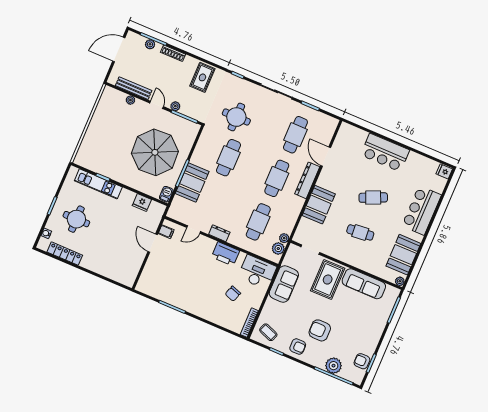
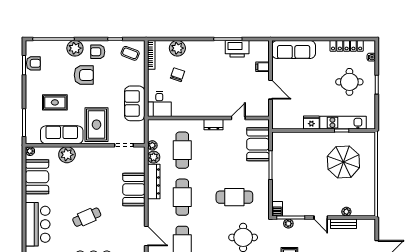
bench: (134, 88) -> (343, 224), width x0.73
plant: (175, 106) -> (288, 224), moved
parasol: (155, 152) -> (343, 162), moved, width x0.73, depth x0.73
cafe table: (229, 158) -> (234, 197), turned 90
dresser: (307, 180) -> (154, 181), moved
booth: (192, 183) -> (258, 144), moved
barbecue: (166, 194) -> (277, 209), moved
fridge: (142, 203) -> (311, 123), moved
filing cabinet: (166, 232) -> (263, 67), moved
cafe table: (360, 232) -> (85, 180), removed
plant: (278, 249) -> (154, 157), moved
printer: (226, 254) -> (237, 49), moved, turned 180
plant: (367, 263) -> (67, 155), added
sofa: (115, 271) -> (294, 49), added
desk: (257, 272) -> (159, 104), width x0.73
rug: (357, 316) -> (55, 102), added
plant: (222, 318) -> (177, 48), added
plant: (334, 366) -> (75, 48), moved

